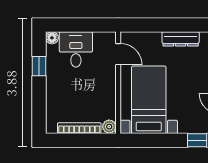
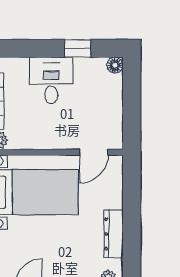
desk: (76, 49) -> (51, 80), moved, turned -90

